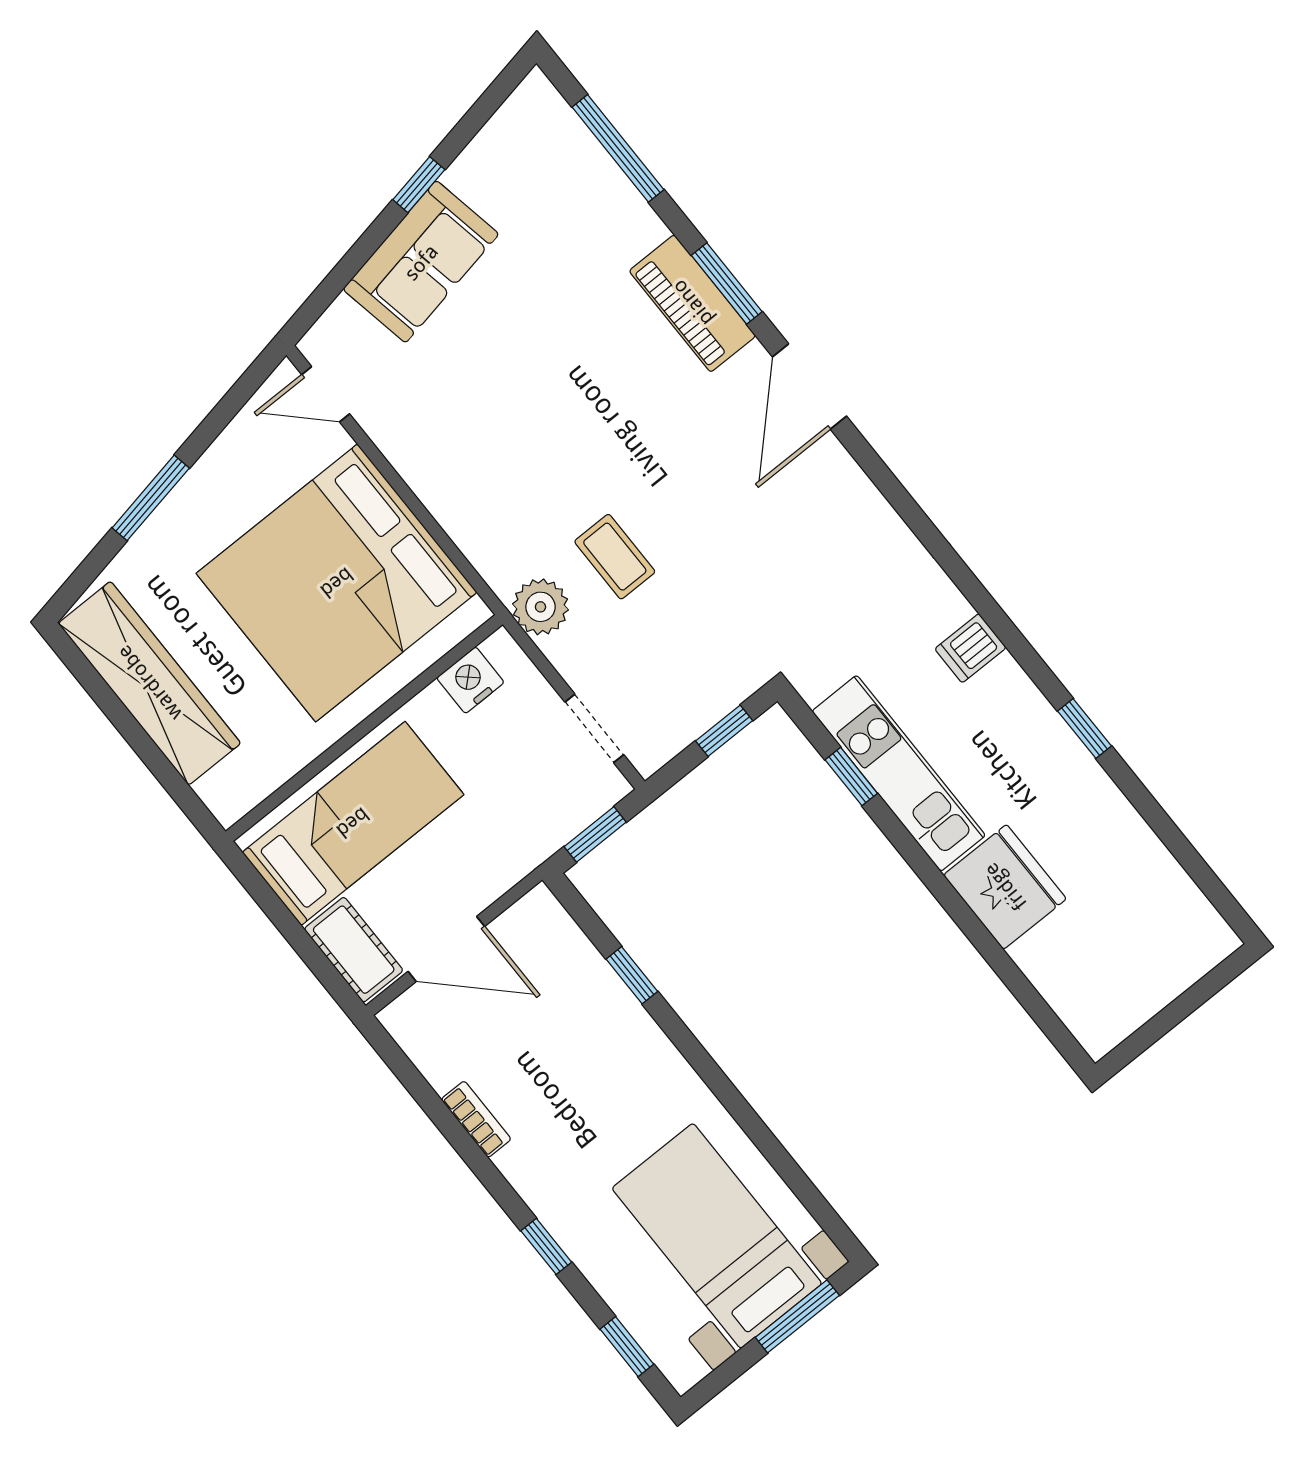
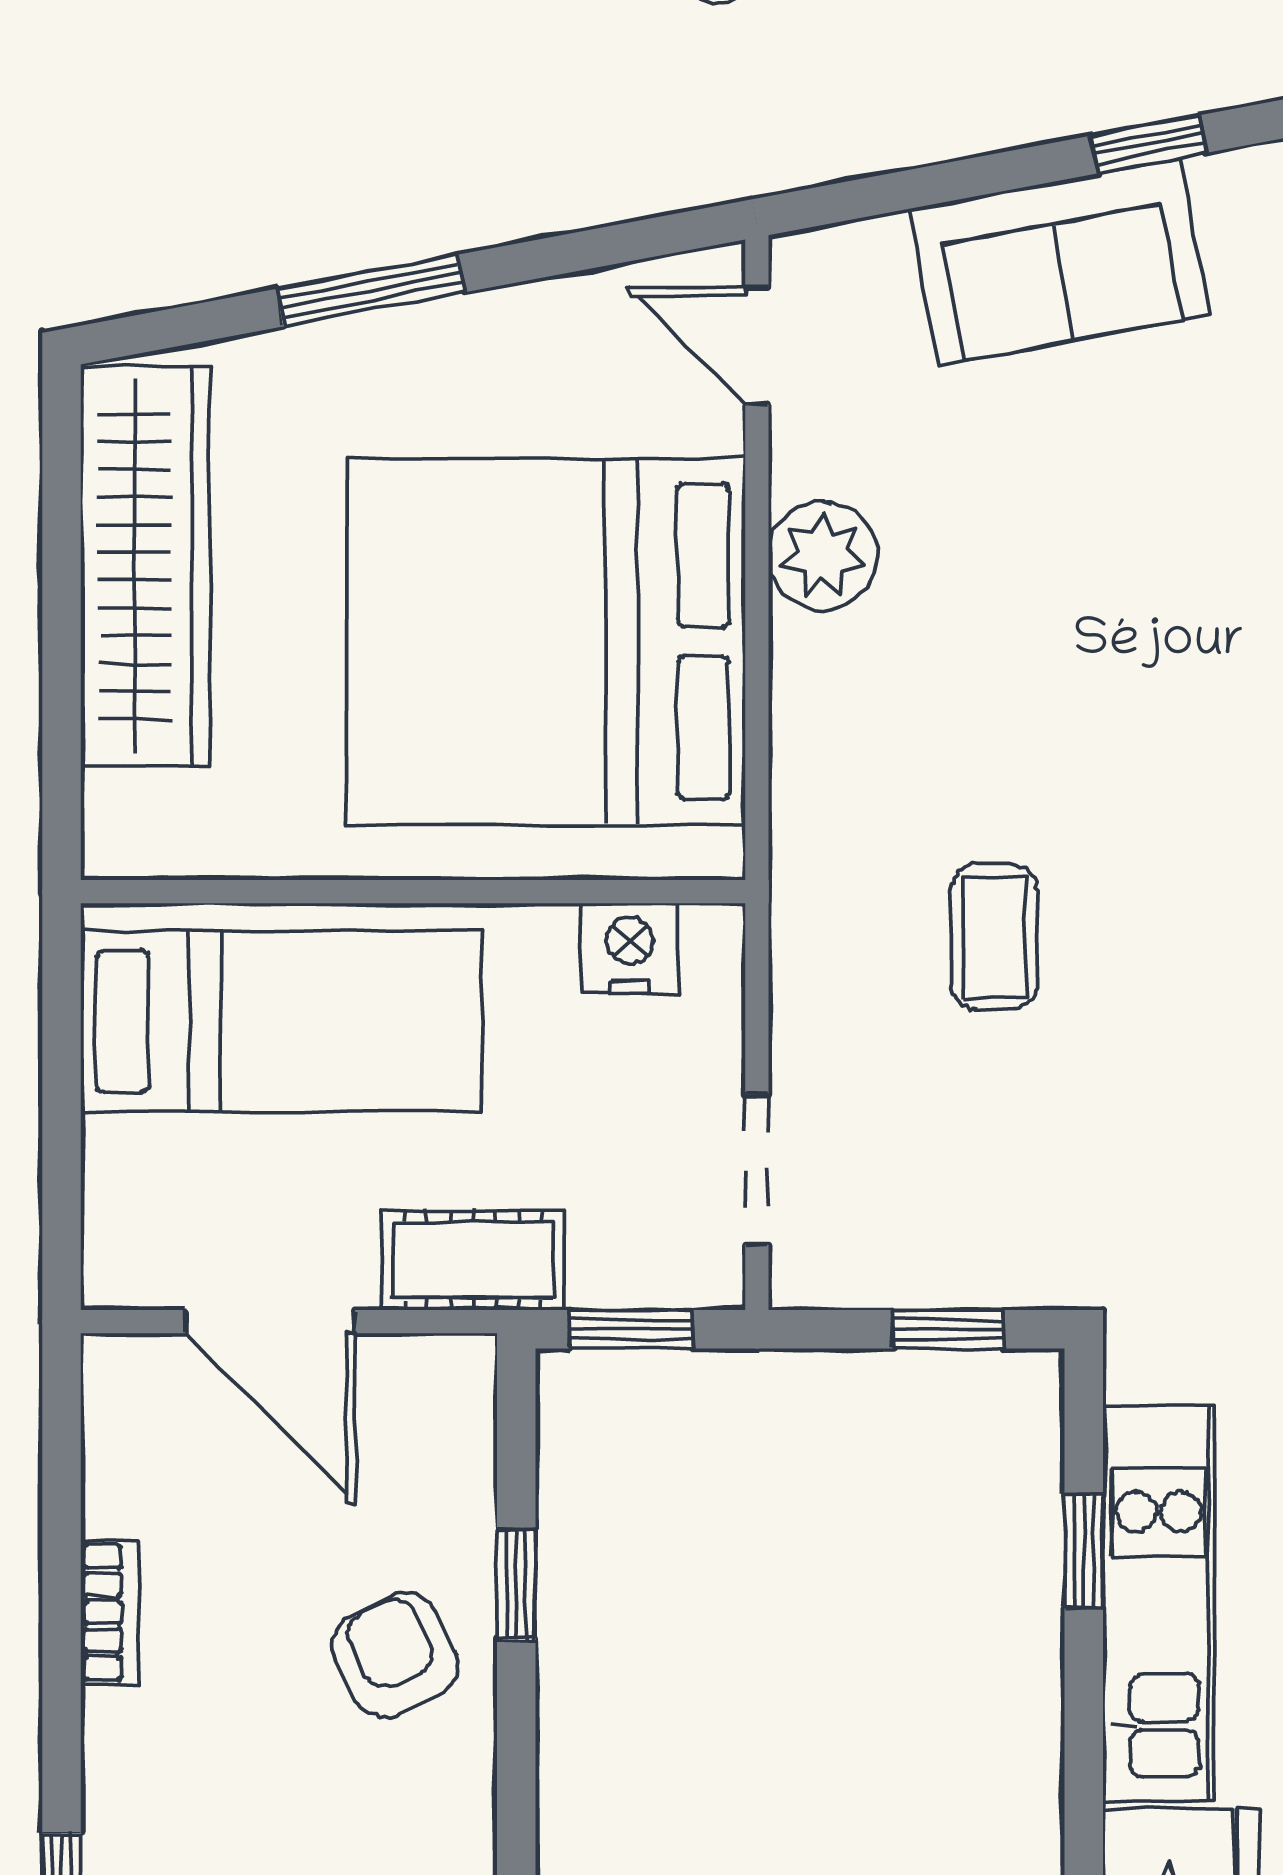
plant: (540, 607) -> (823, 556), moved
cot: (354, 950) -> (473, 1260), moved, turned 90
armchair: (606, 1043) -> (396, 1655), added

